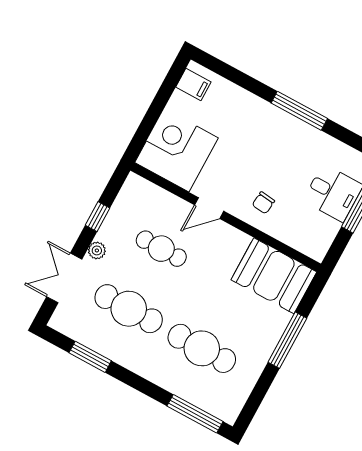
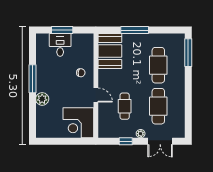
filing cabinet: (193, 85) -> (46, 131), removed
plant: (254, 109) -> (42, 99), added
window: (90, 357) -> (188, 112), removed

